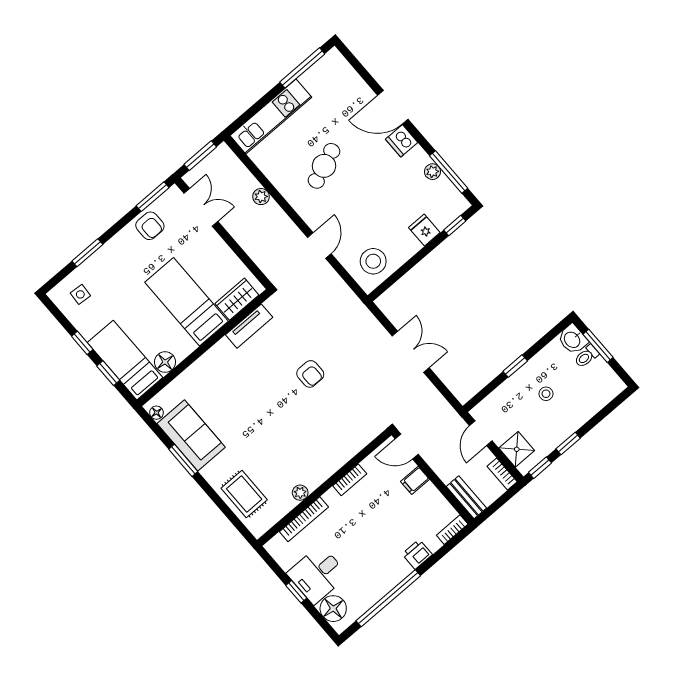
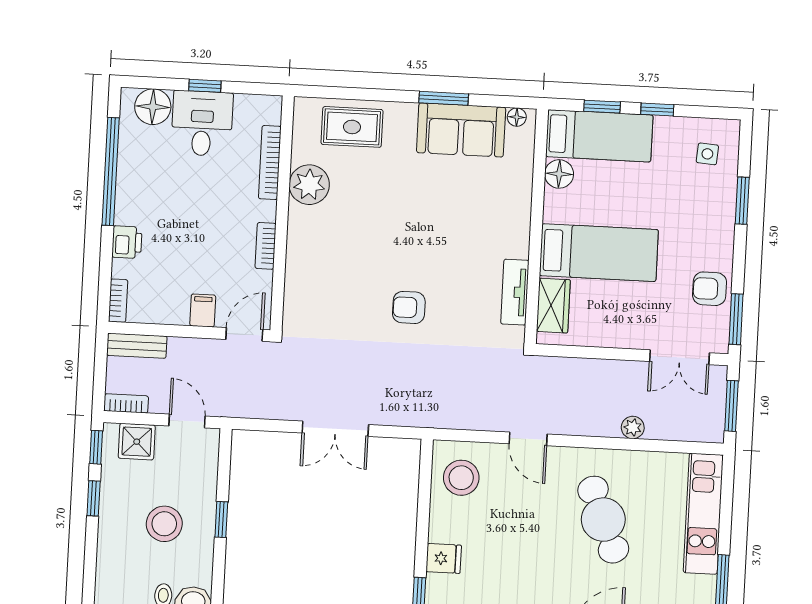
cafe table: (324, 166) -> (603, 520), width x1.37, depth x1.35
stool: (546, 394) -> (164, 524), width x1.89, depth x1.89
plant: (300, 493) -> (309, 185), width x1.87, depth x1.87

